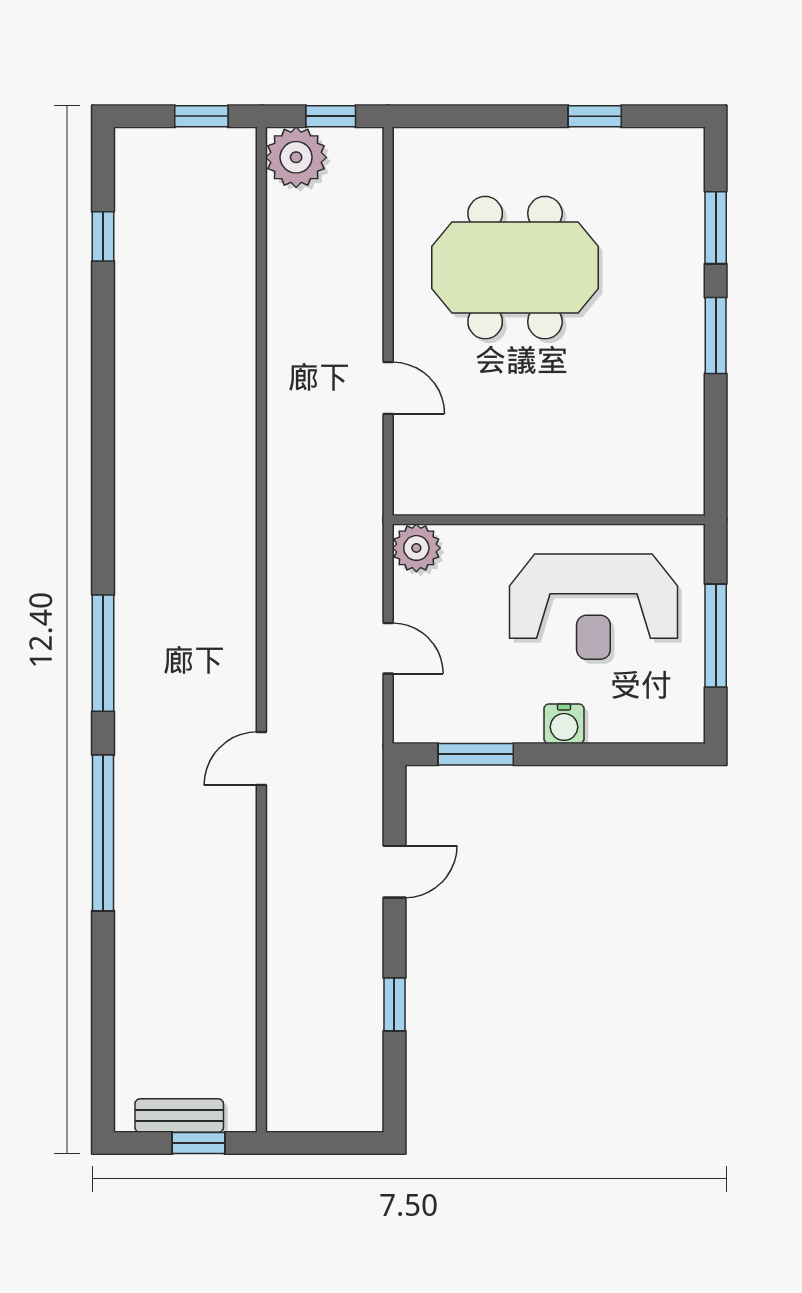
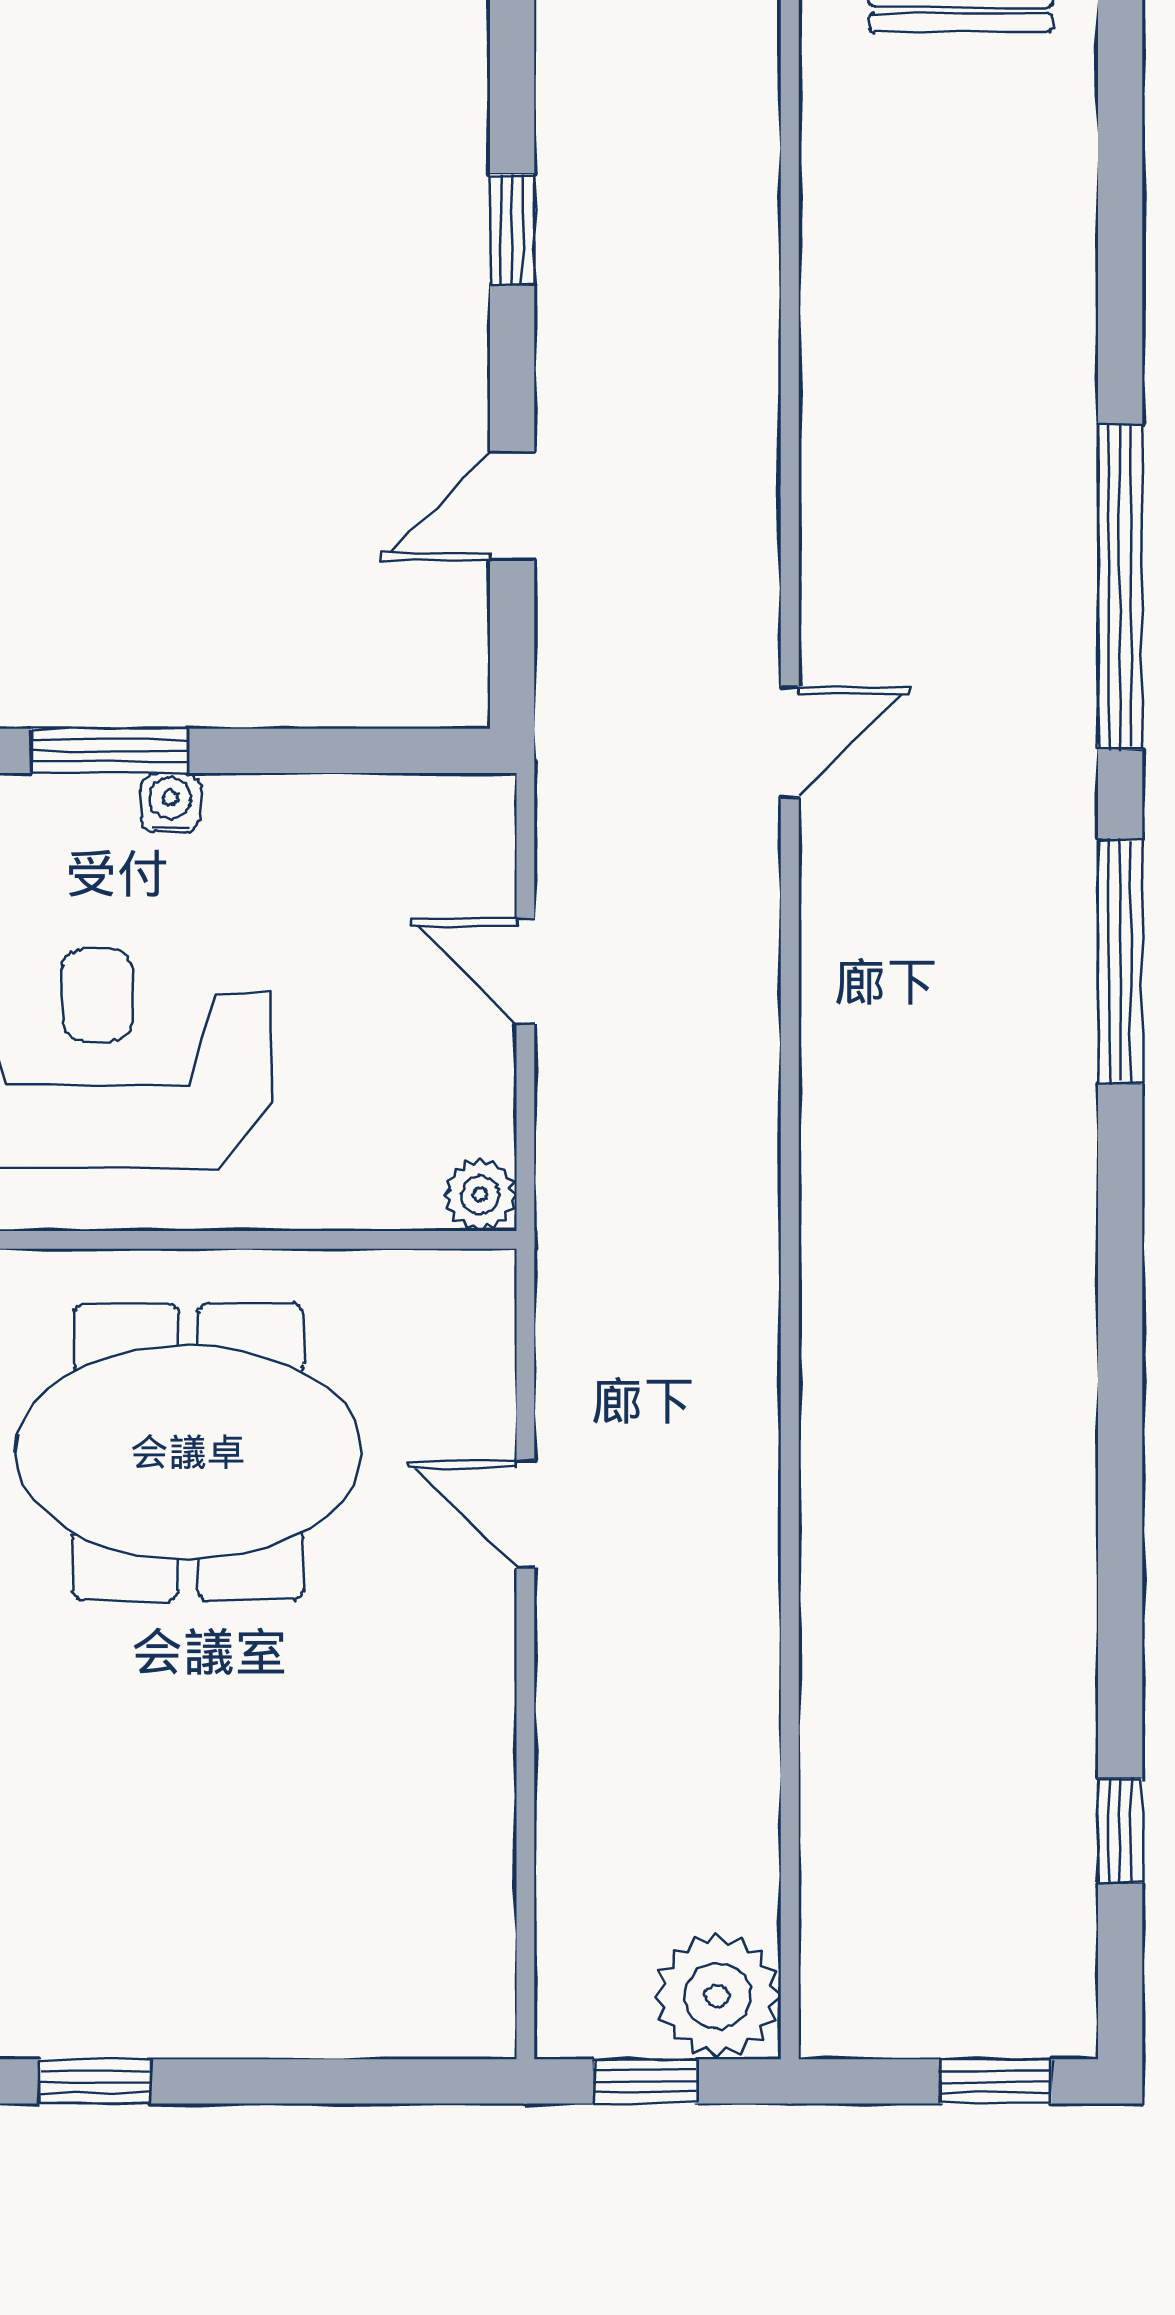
window: (201, 116) -> (996, 2081), moved
meeting table: (515, 268) -> (188, 1452), moved
plant: (416, 548) -> (480, 1195), width x0.73, depth x0.73
water cooler: (564, 724) -> (170, 803), width x0.72, depth x0.72
window: (476, 754) -> (110, 751), moved

